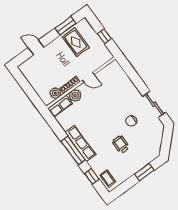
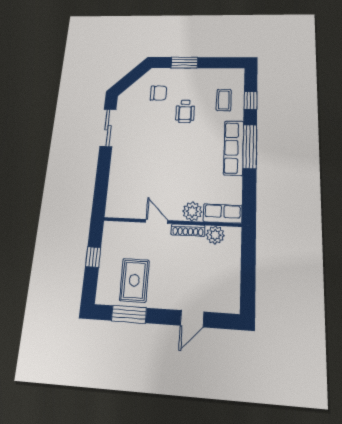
door: (36, 47) -> (192, 319), hinge flipped
chair: (131, 121) -> (159, 93), moved
coffee table: (108, 178) -> (224, 100), moved

